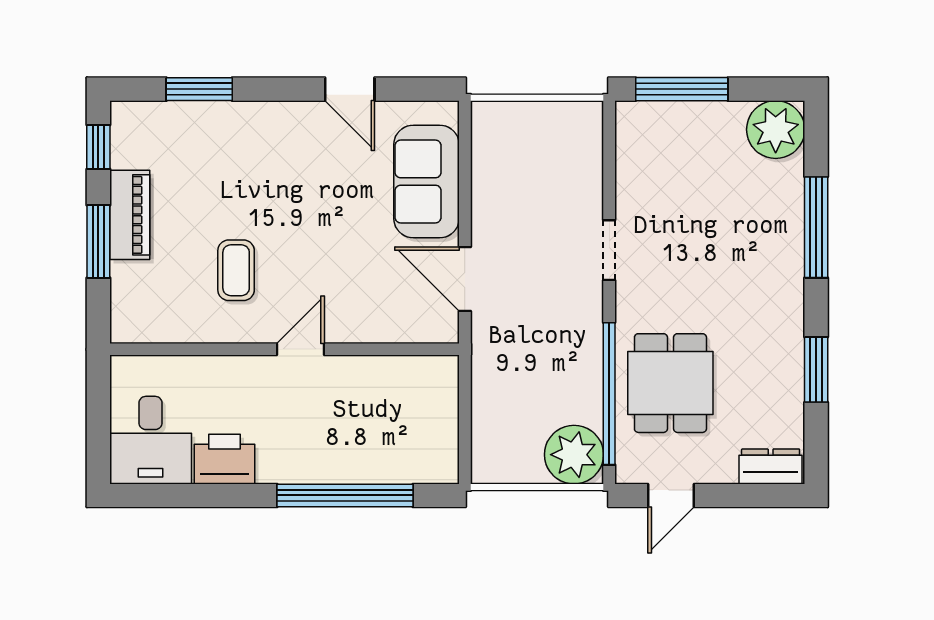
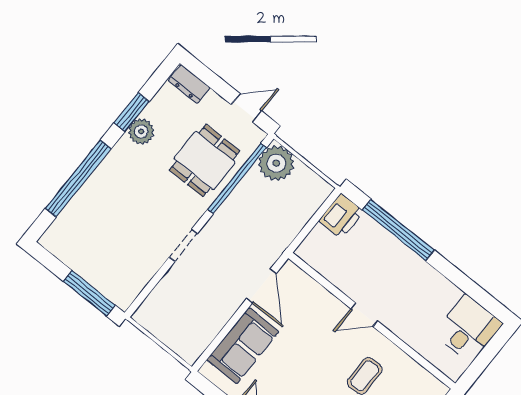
plant: (776, 130) -> (141, 131), moved, width x0.73, depth x0.73
window: (816, 227) -> (78, 178), width x1.46
printer: (224, 459) -> (341, 216), moved, turned -90

